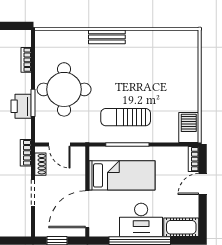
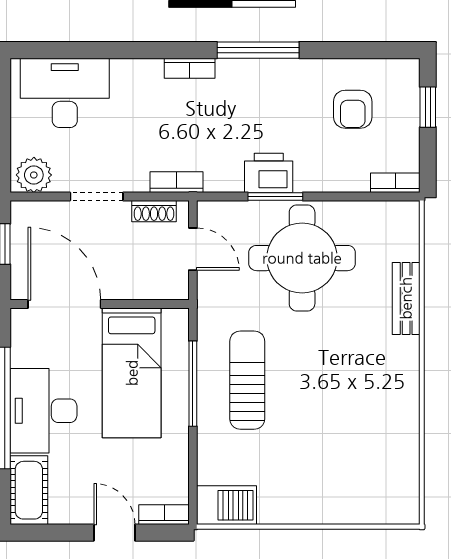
bench: (107, 37) -> (406, 298), moved
bookcase: (26, 60) -> (395, 183), moved
door: (59, 145) -> (193, 249), swing flipped
plant: (22, 225) -> (34, 175), added

